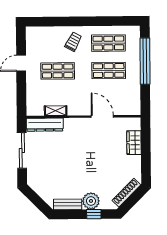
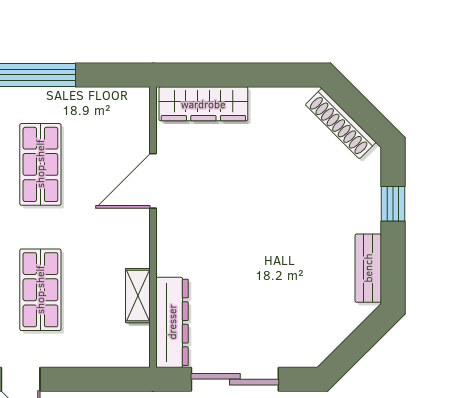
wardrobe: (134, 143) -> (203, 104), width x1.50
plant: (91, 201) -> (360, 211), removed

